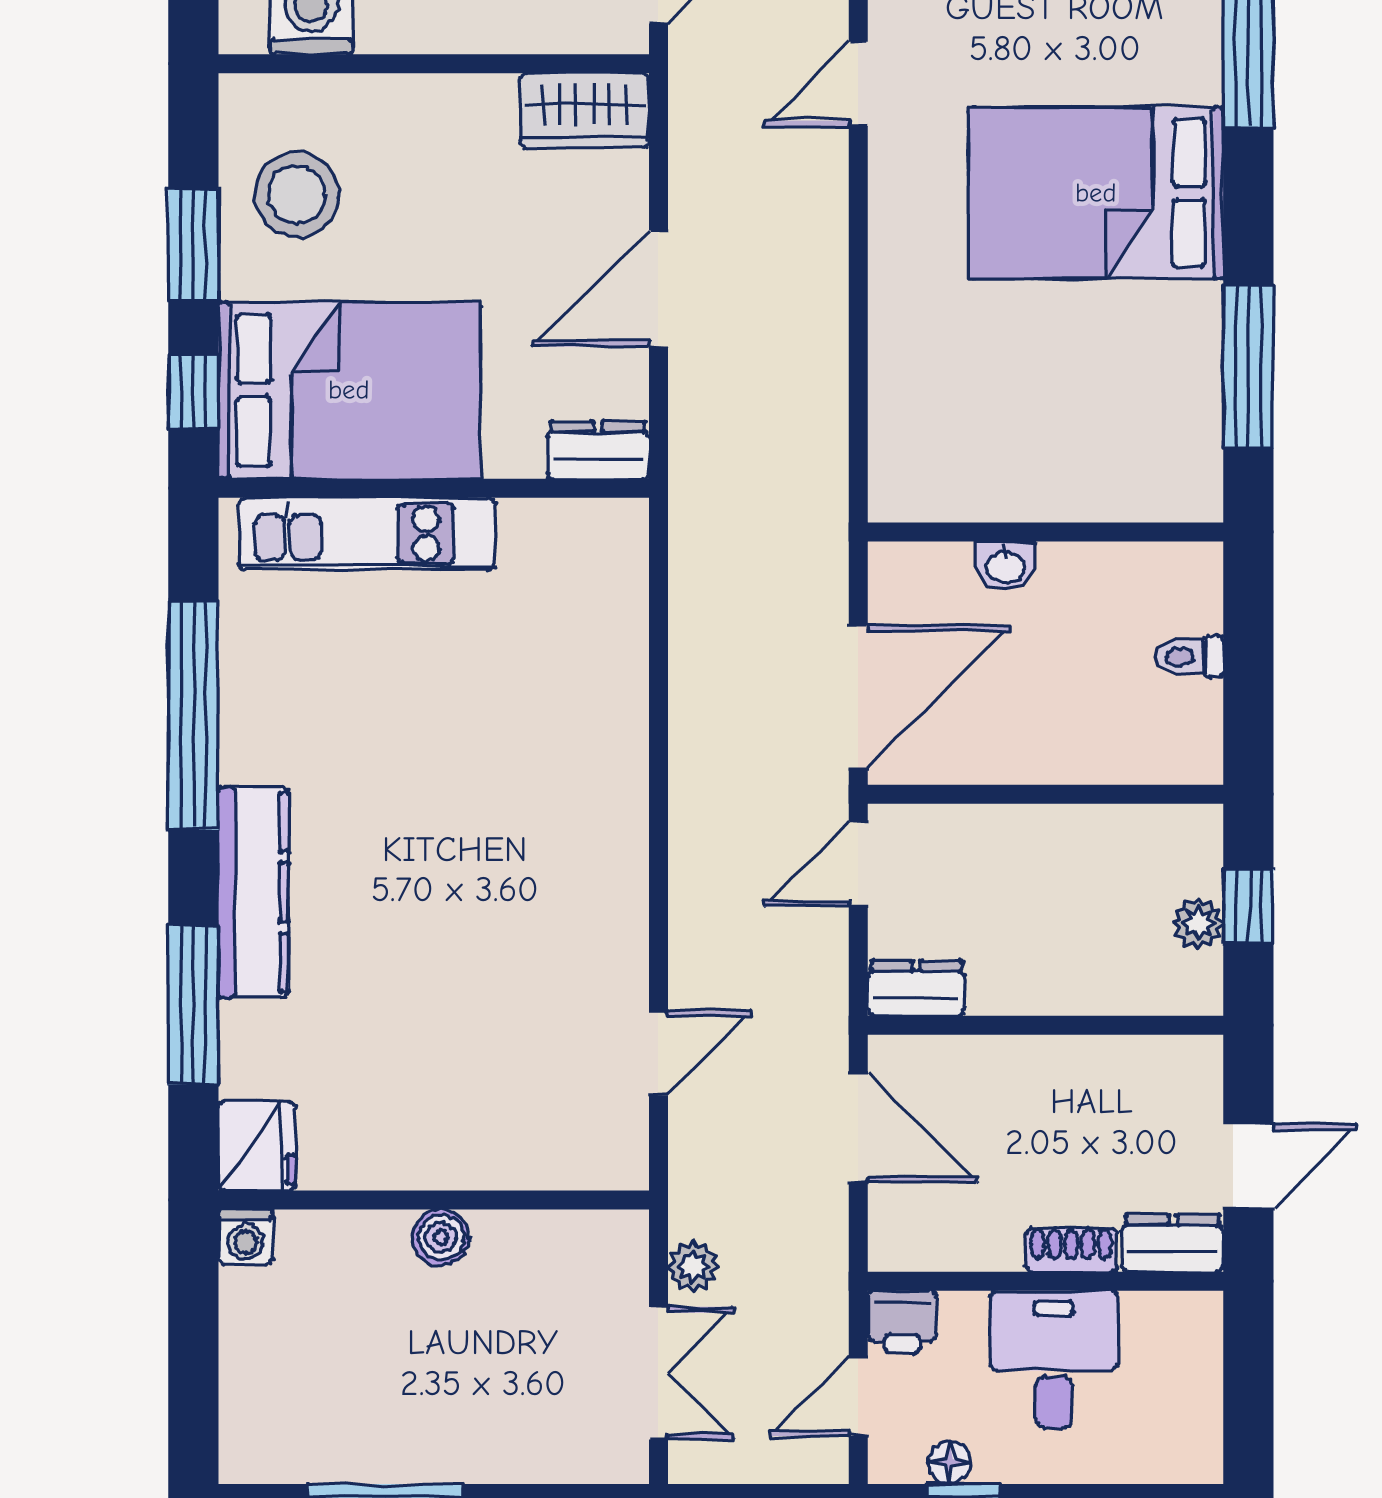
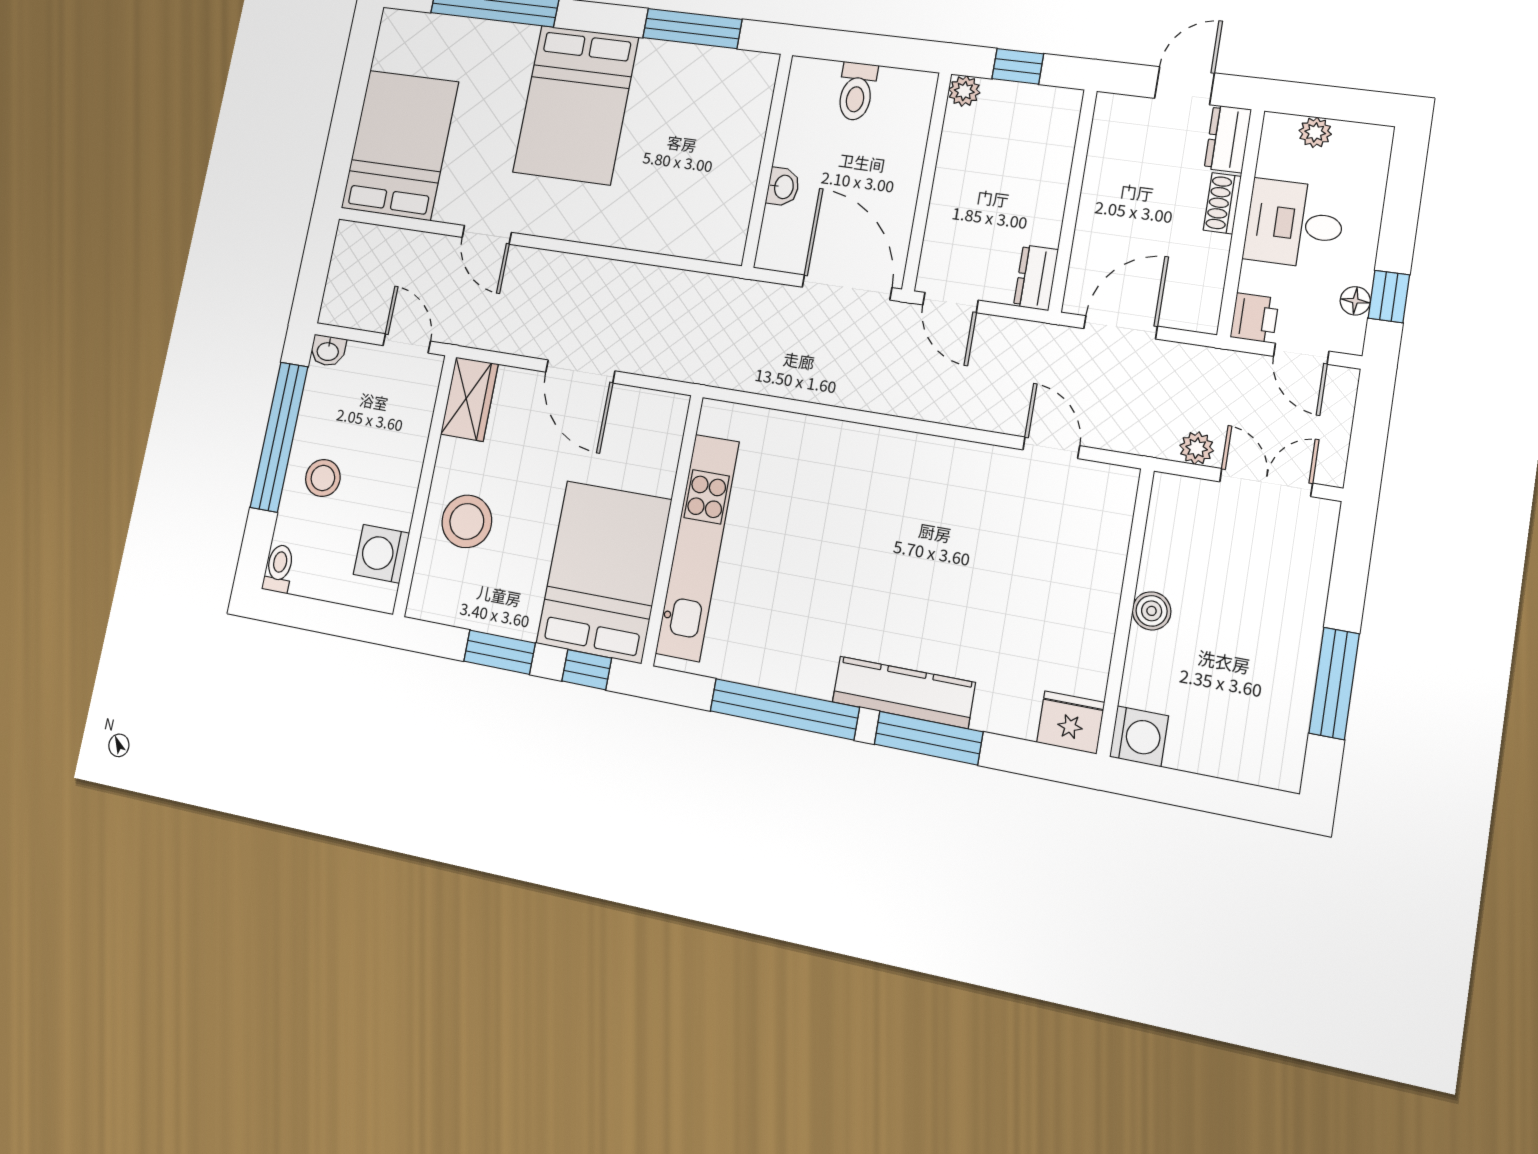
stool: (297, 195) -> (467, 521), moved
dresser: (598, 450) -> (668, 424), removed
kitchen unit: (367, 534) -> (697, 547), width x1.36
toilet: (1189, 657) -> (856, 91), width x1.37, depth x1.39
plant: (1198, 923) -> (964, 91), moved
window: (193, 1005) -> (928, 738), moved
door: (1248, 1166) -> (1184, 86), hinge flipped
washing machine: (246, 1237) -> (1139, 736), width x1.38, depth x1.38
plant: (1199, 1370) -> (1315, 132), added

